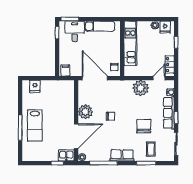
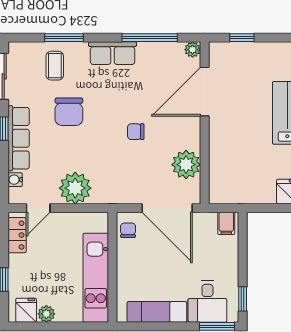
plant: (85, 112) -> (186, 165), moved
kitchen sink: (66, 155) -> (224, 53), removed

